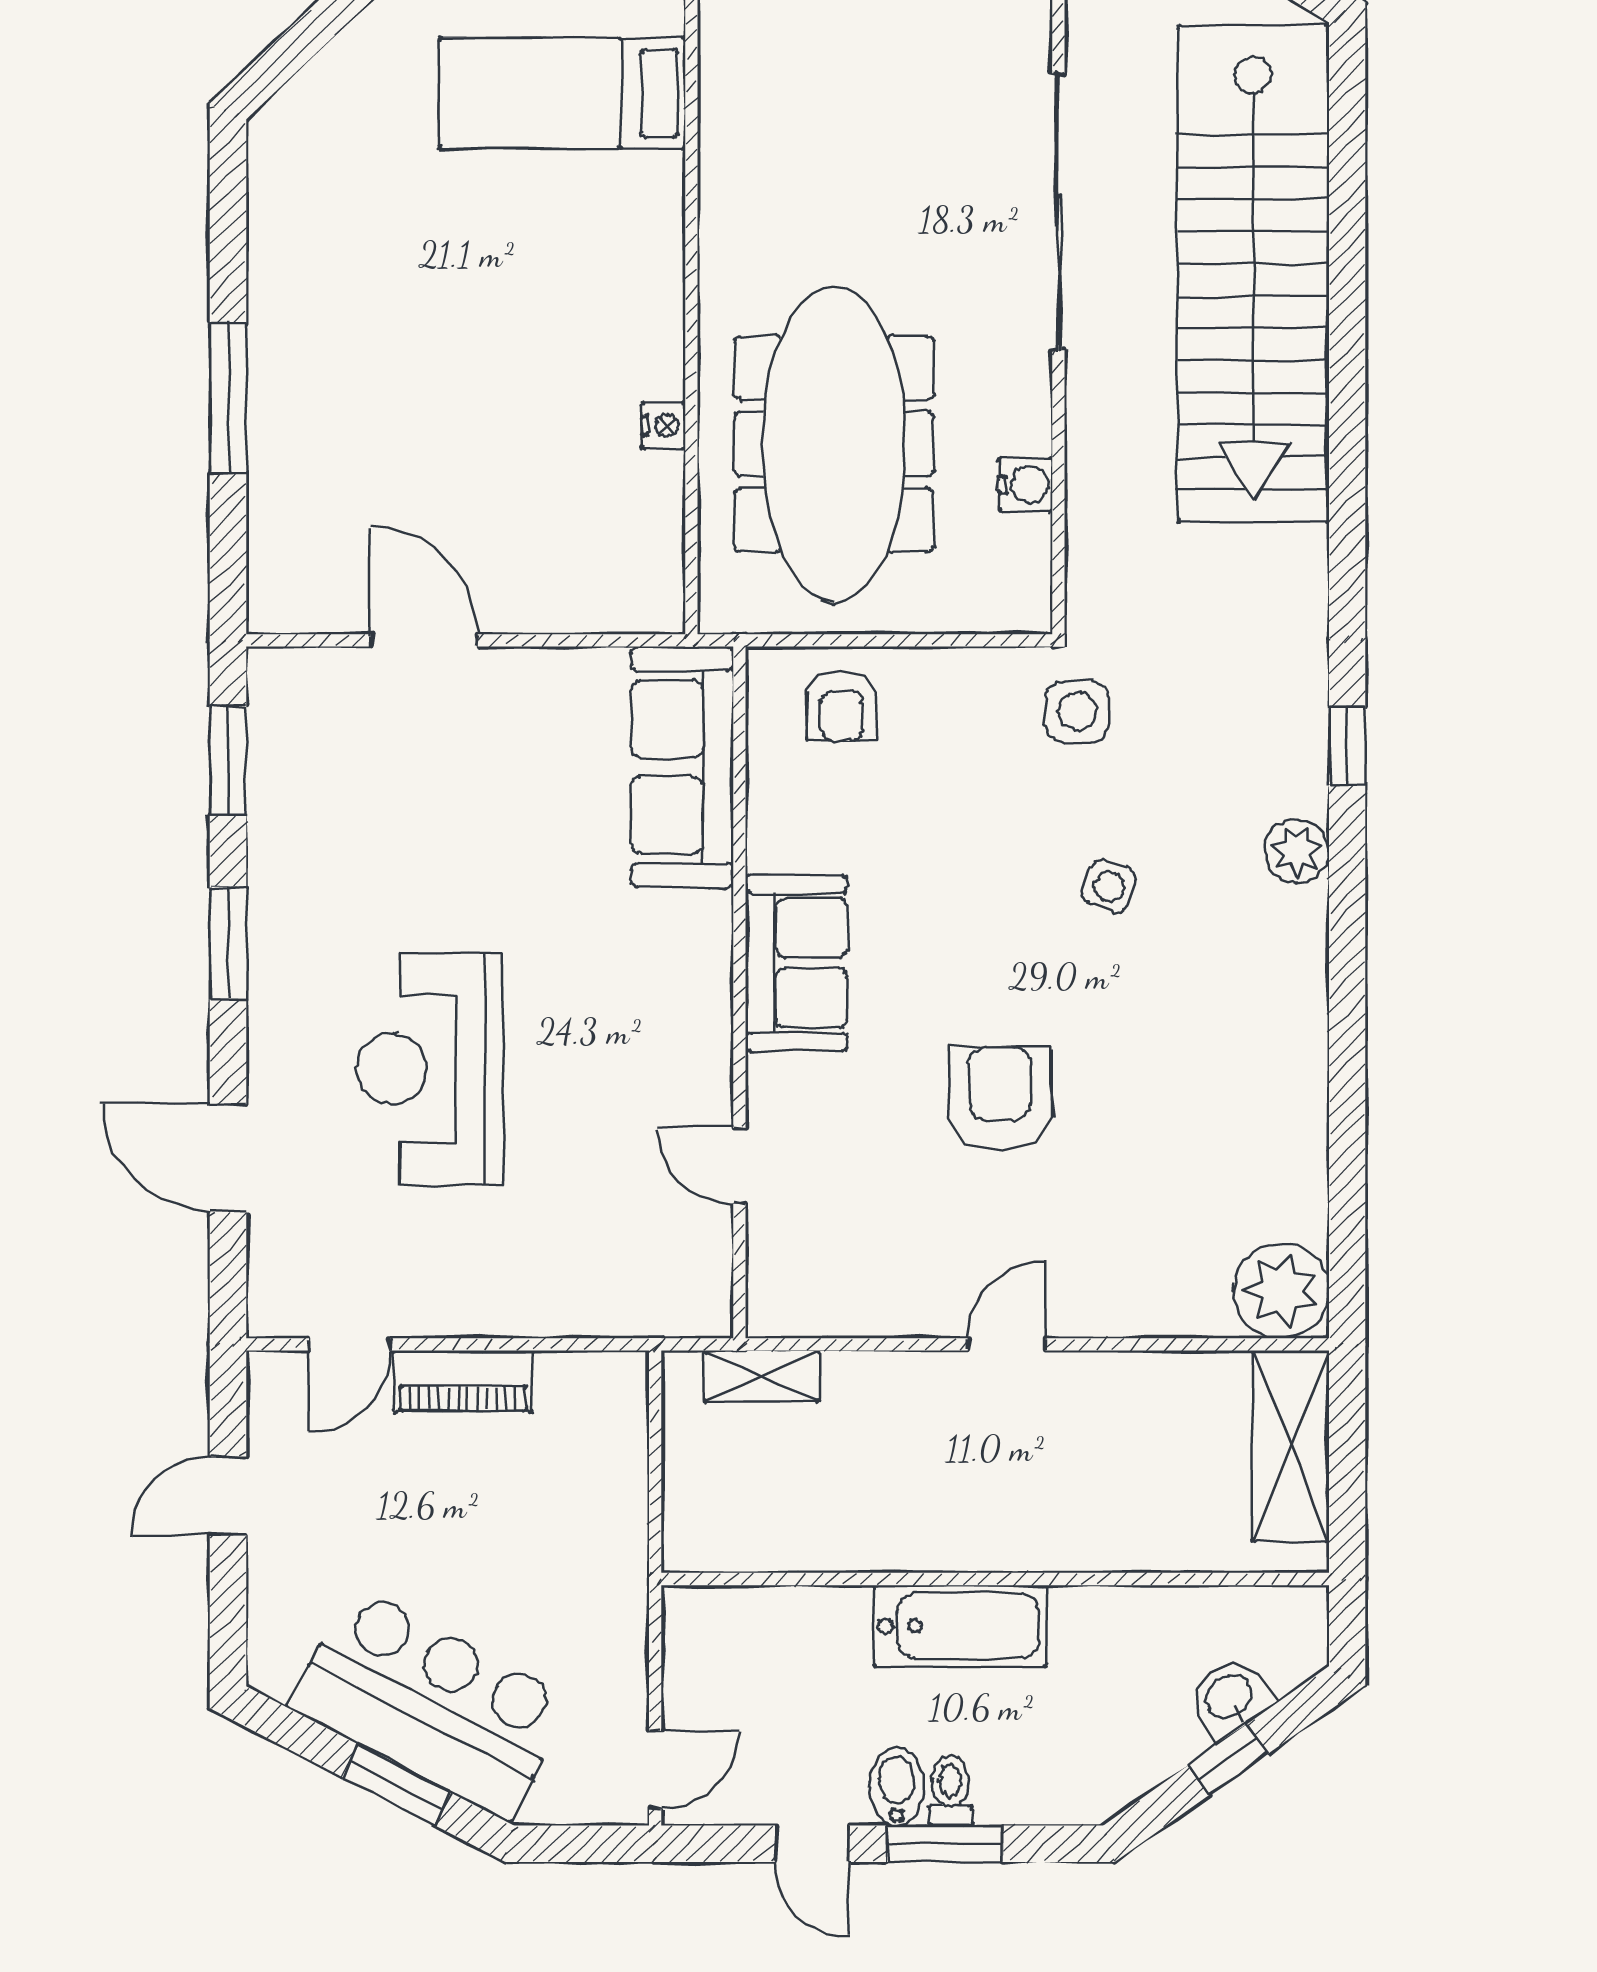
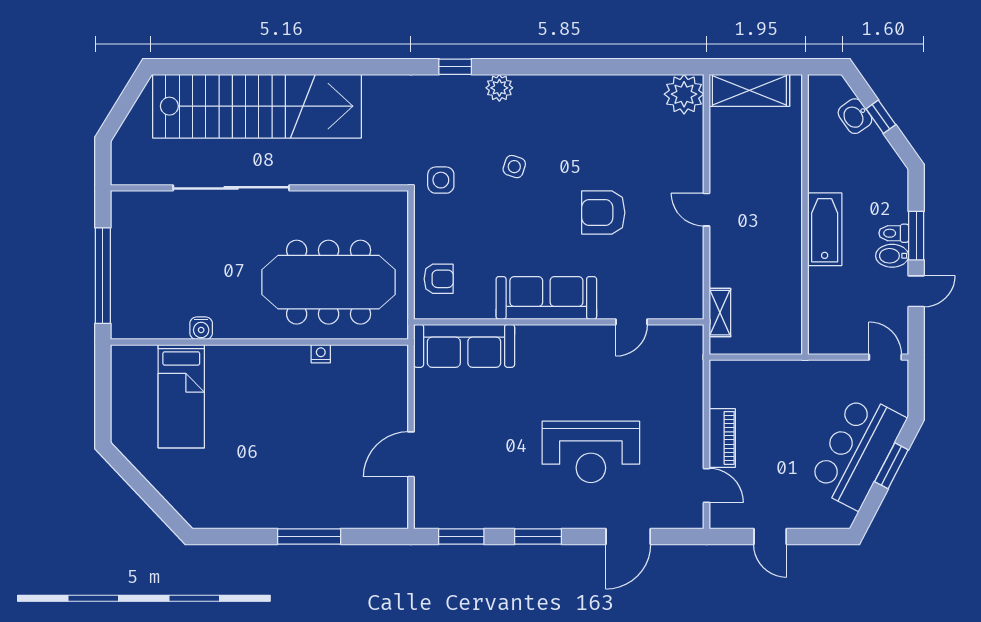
water cooler: (1025, 485) -> (201, 328), moved, turned 180
sofa: (796, 963) -> (546, 298), width x1.36

